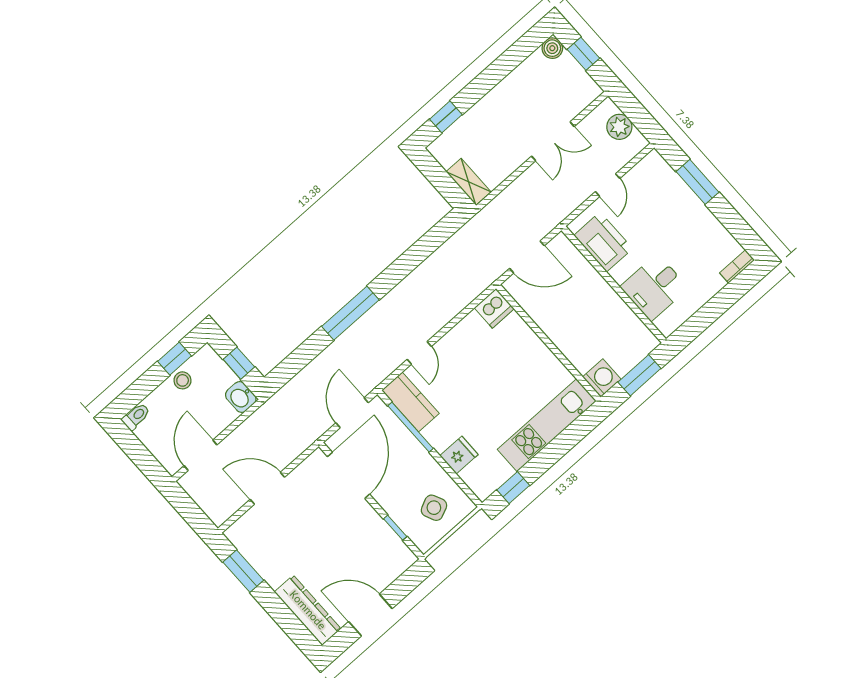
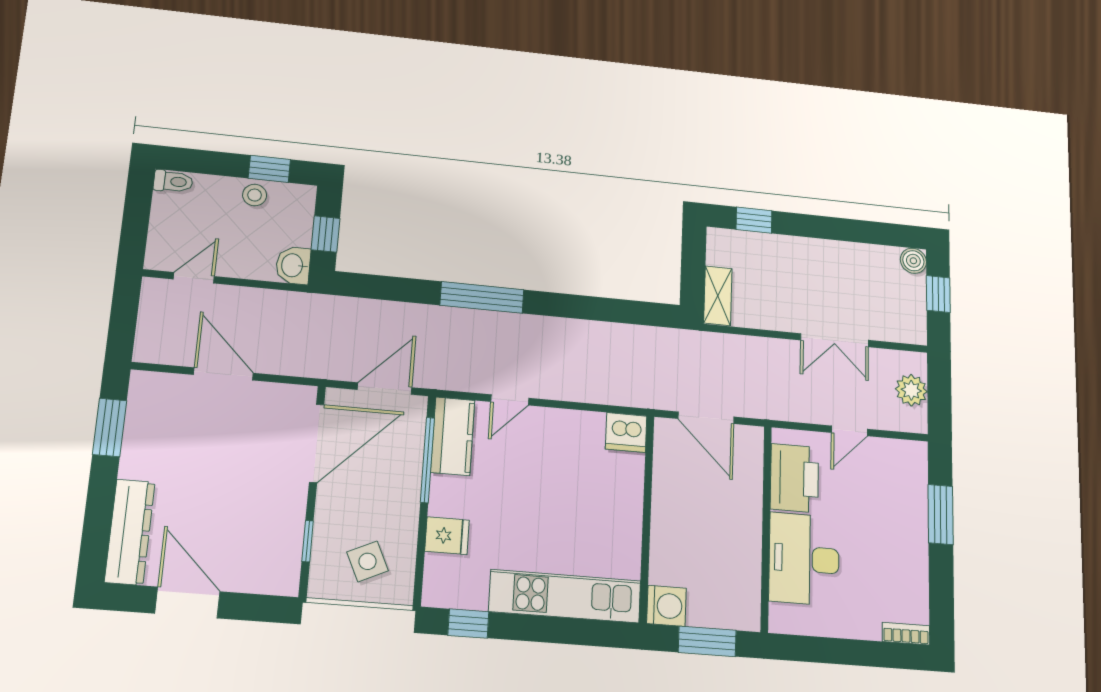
desk: (654, 287) -> (804, 559), width x1.37
door: (201, 455) -> (194, 278), width x0.73

